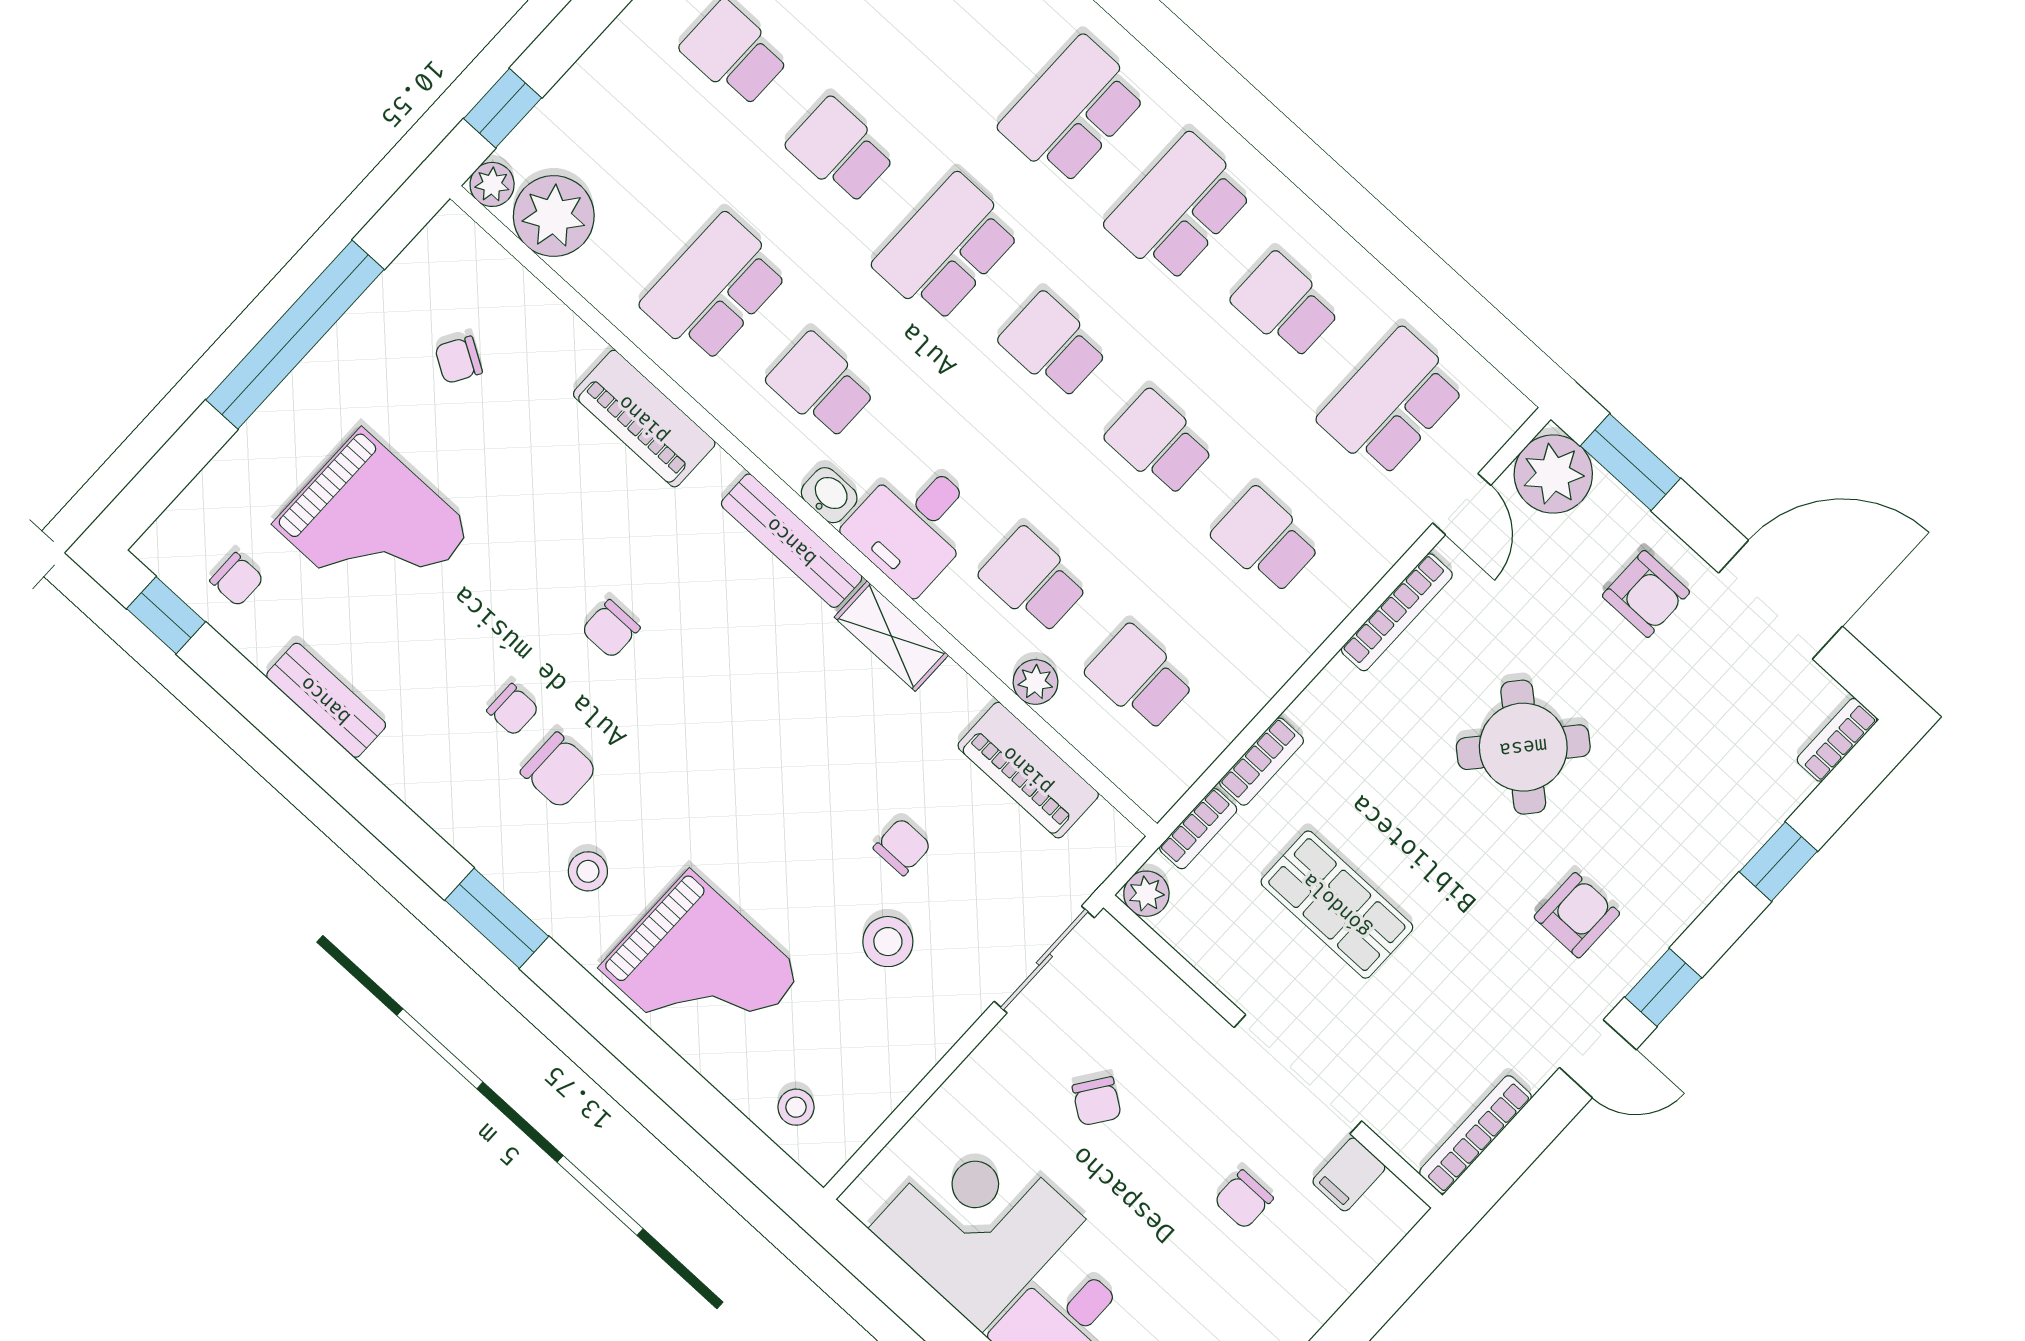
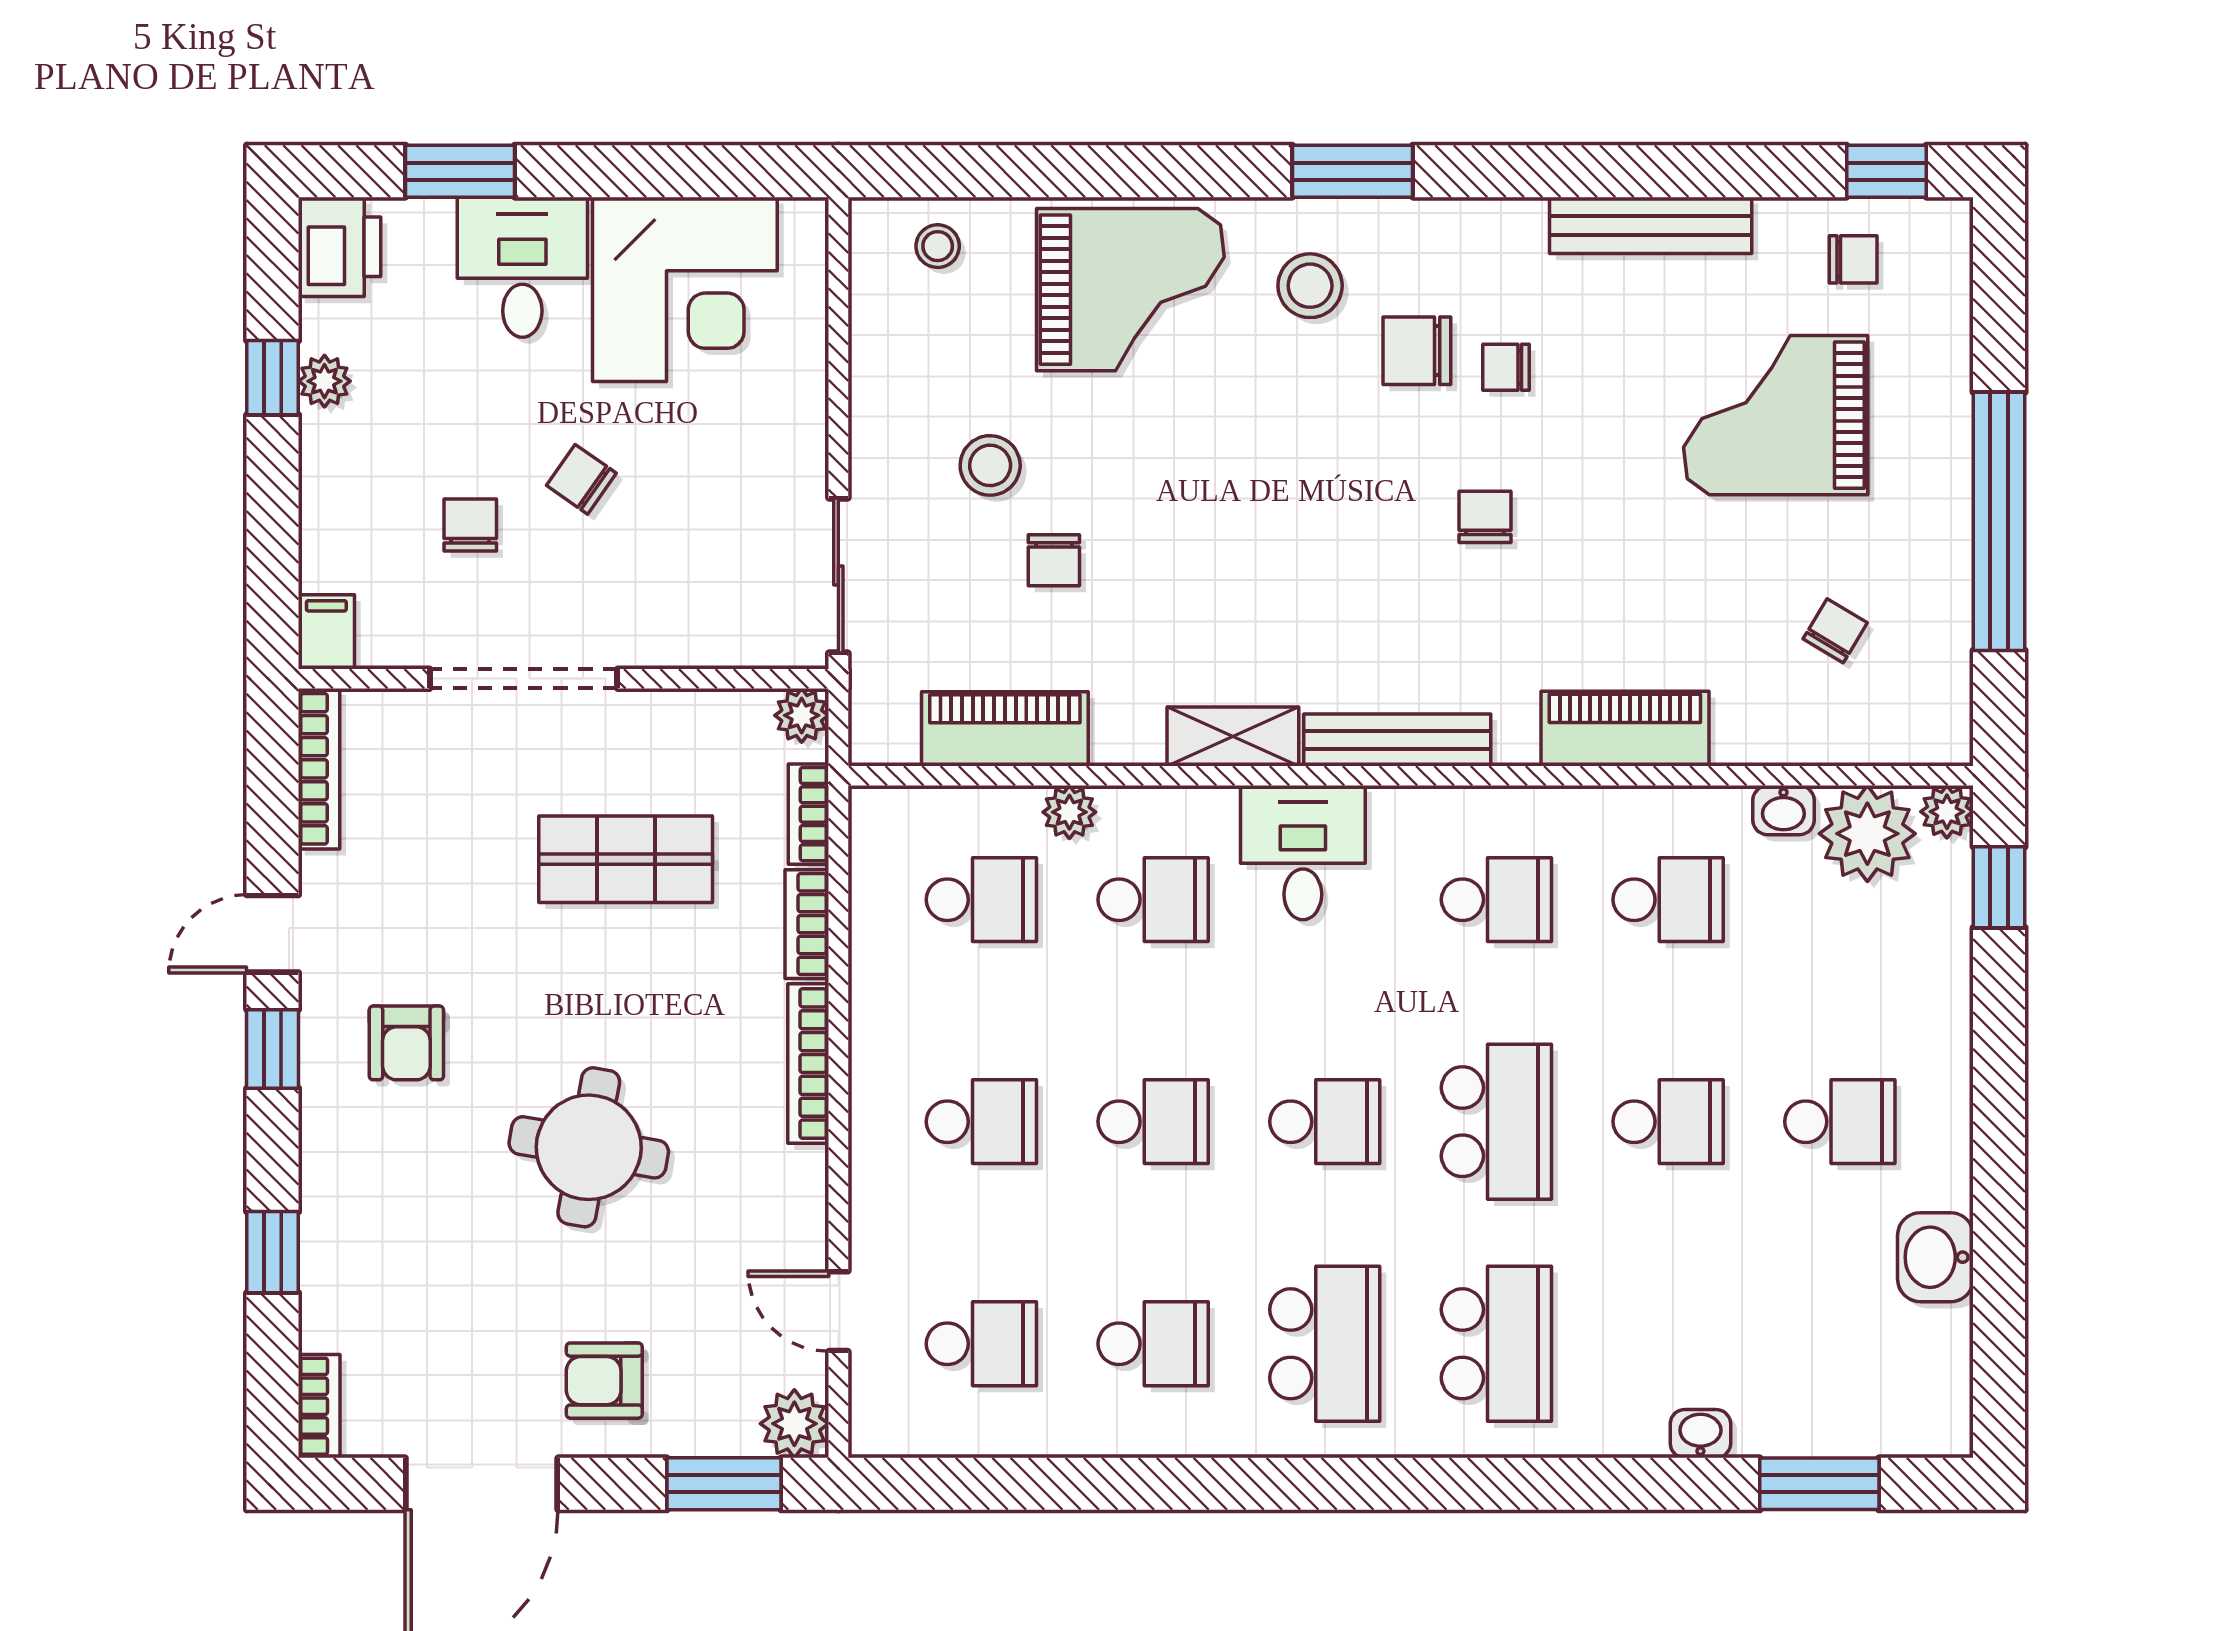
school desk: (715, 288) -> (1668, 900), width x0.54
school desk: (1392, 403) -> (981, 1344), width x0.54
plant: (1553, 474) -> (794, 1424), width x0.73, depth x0.73
washbasin: (829, 495) -> (1783, 810), moved
chair: (237, 580) -> (1853, 259), turned 180
bookcase: (1397, 612) -> (808, 1063), moved
bench: (326, 700) -> (1651, 225), width x1.36
round table: (1523, 747) -> (589, 1147), turned -31
stool: (588, 871) -> (1310, 286), width x1.37, depth x1.37
grand piano: (701, 971) -> (1130, 290), turned 180
chair: (1097, 1101) -> (581, 479), moved
filing cabinet: (1349, 1174) -> (326, 632), moved

